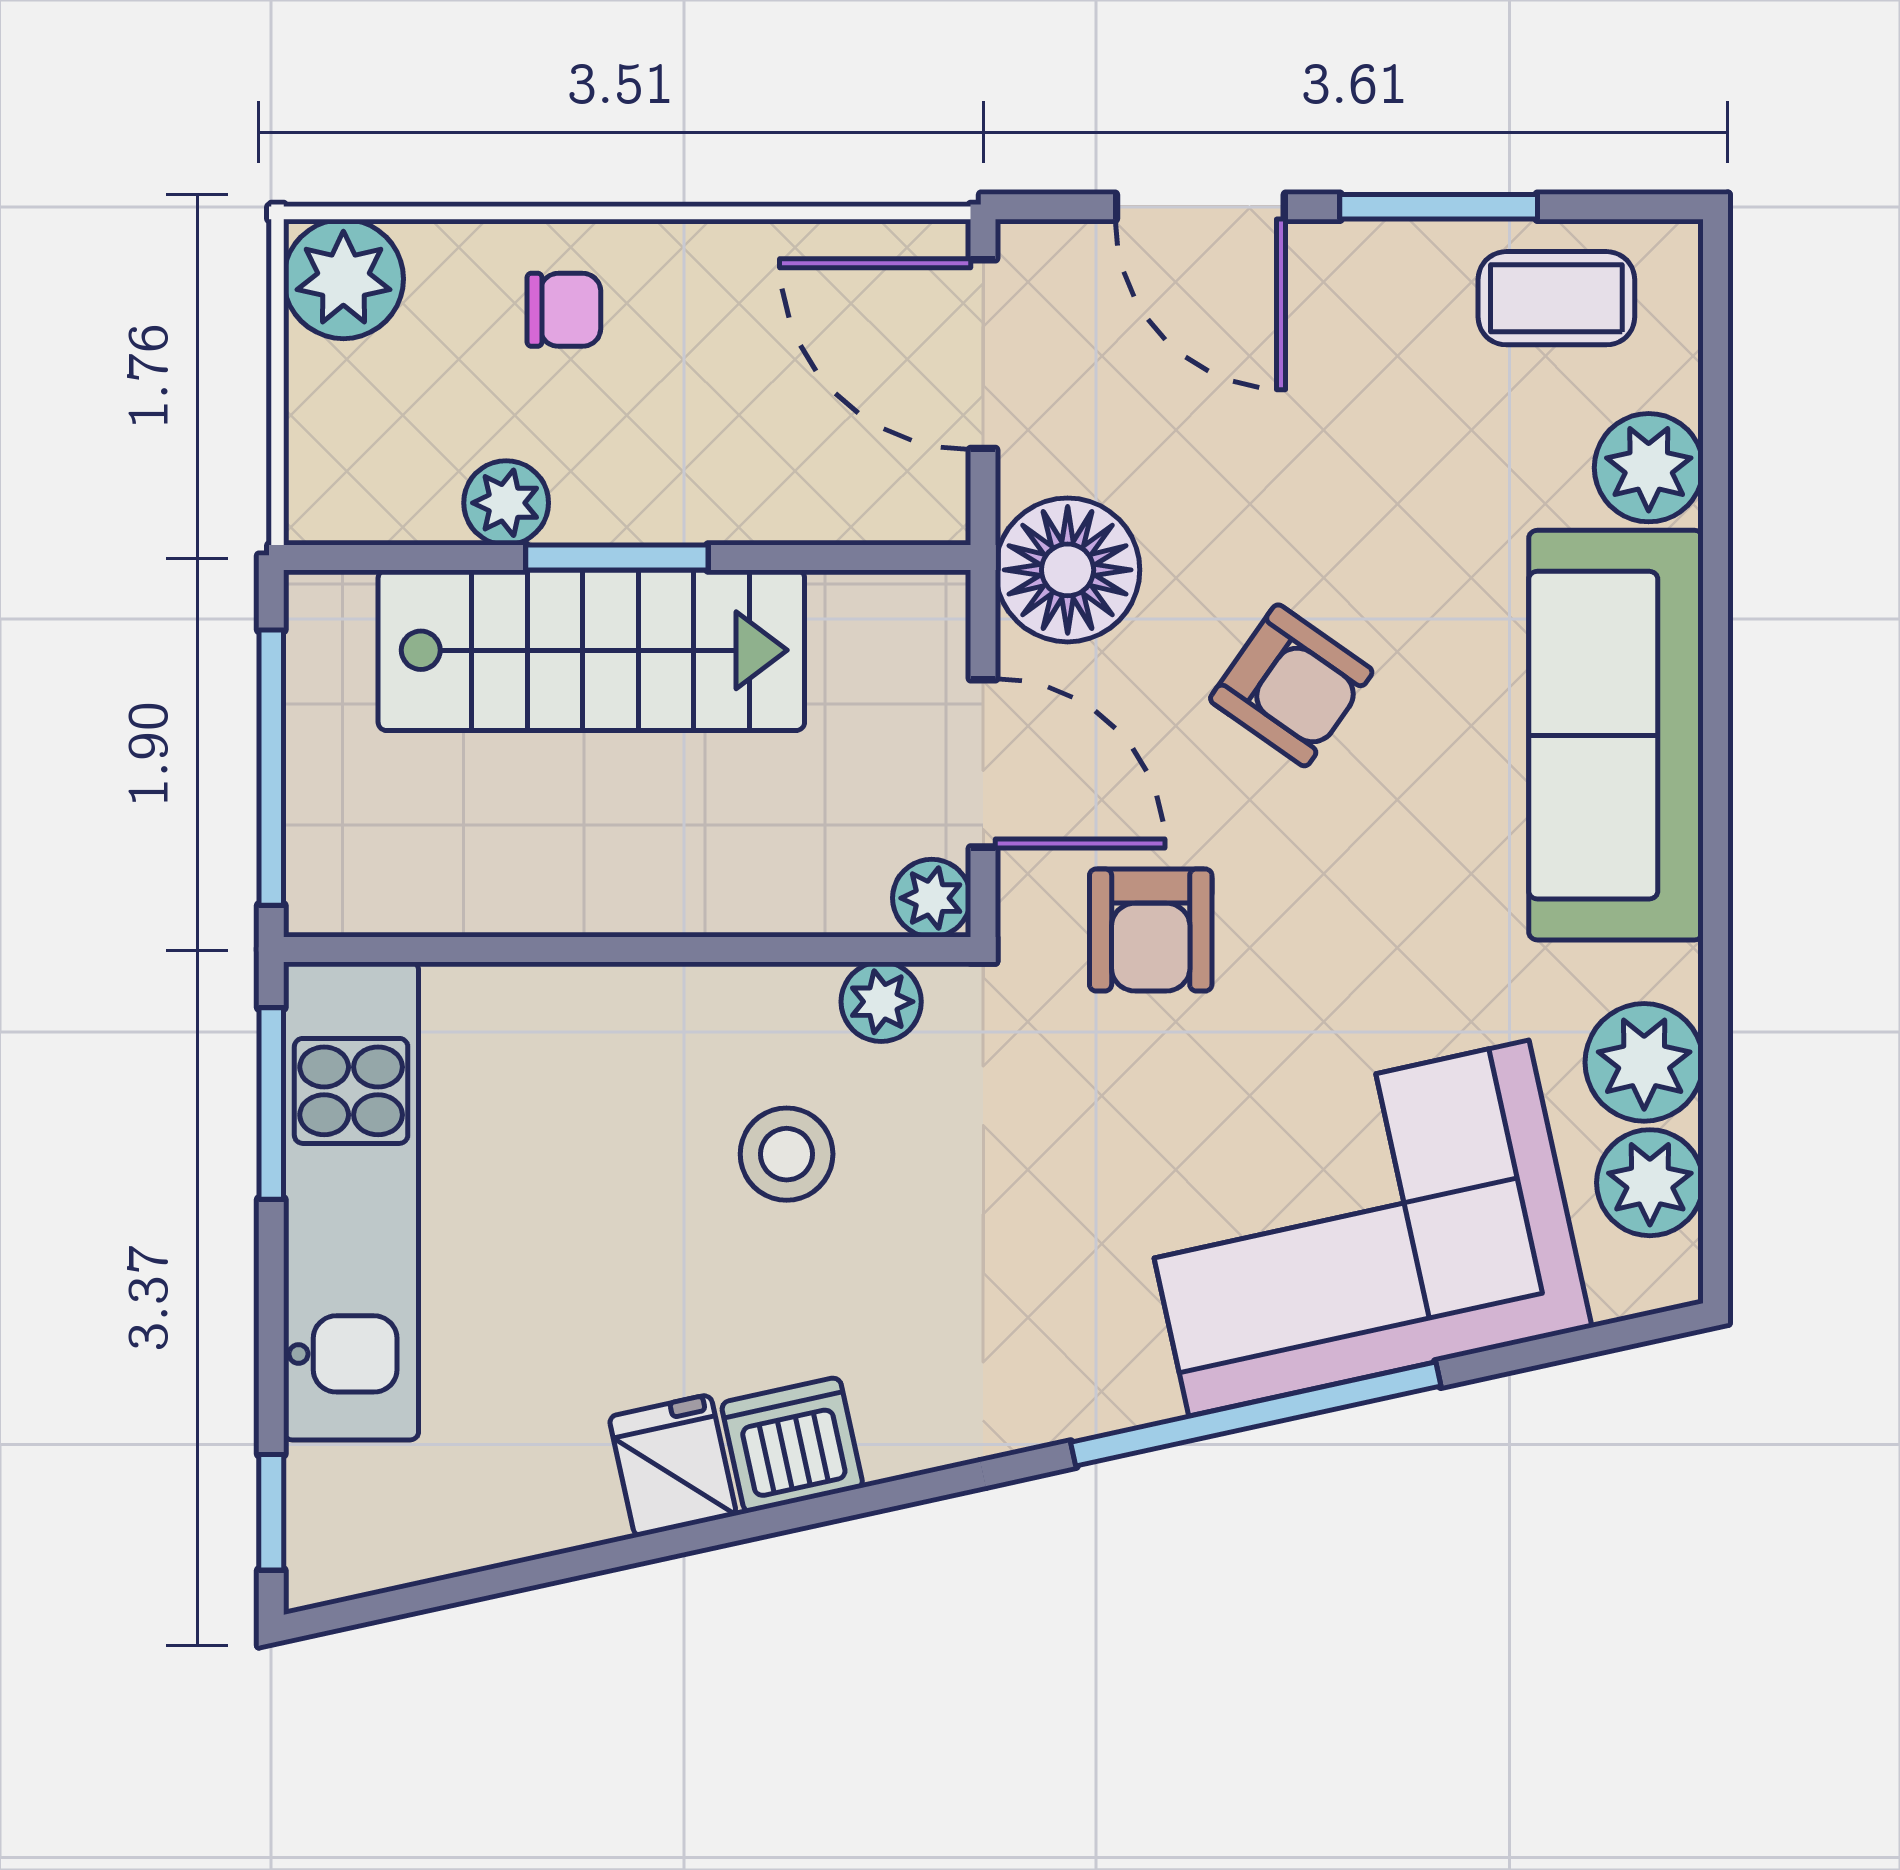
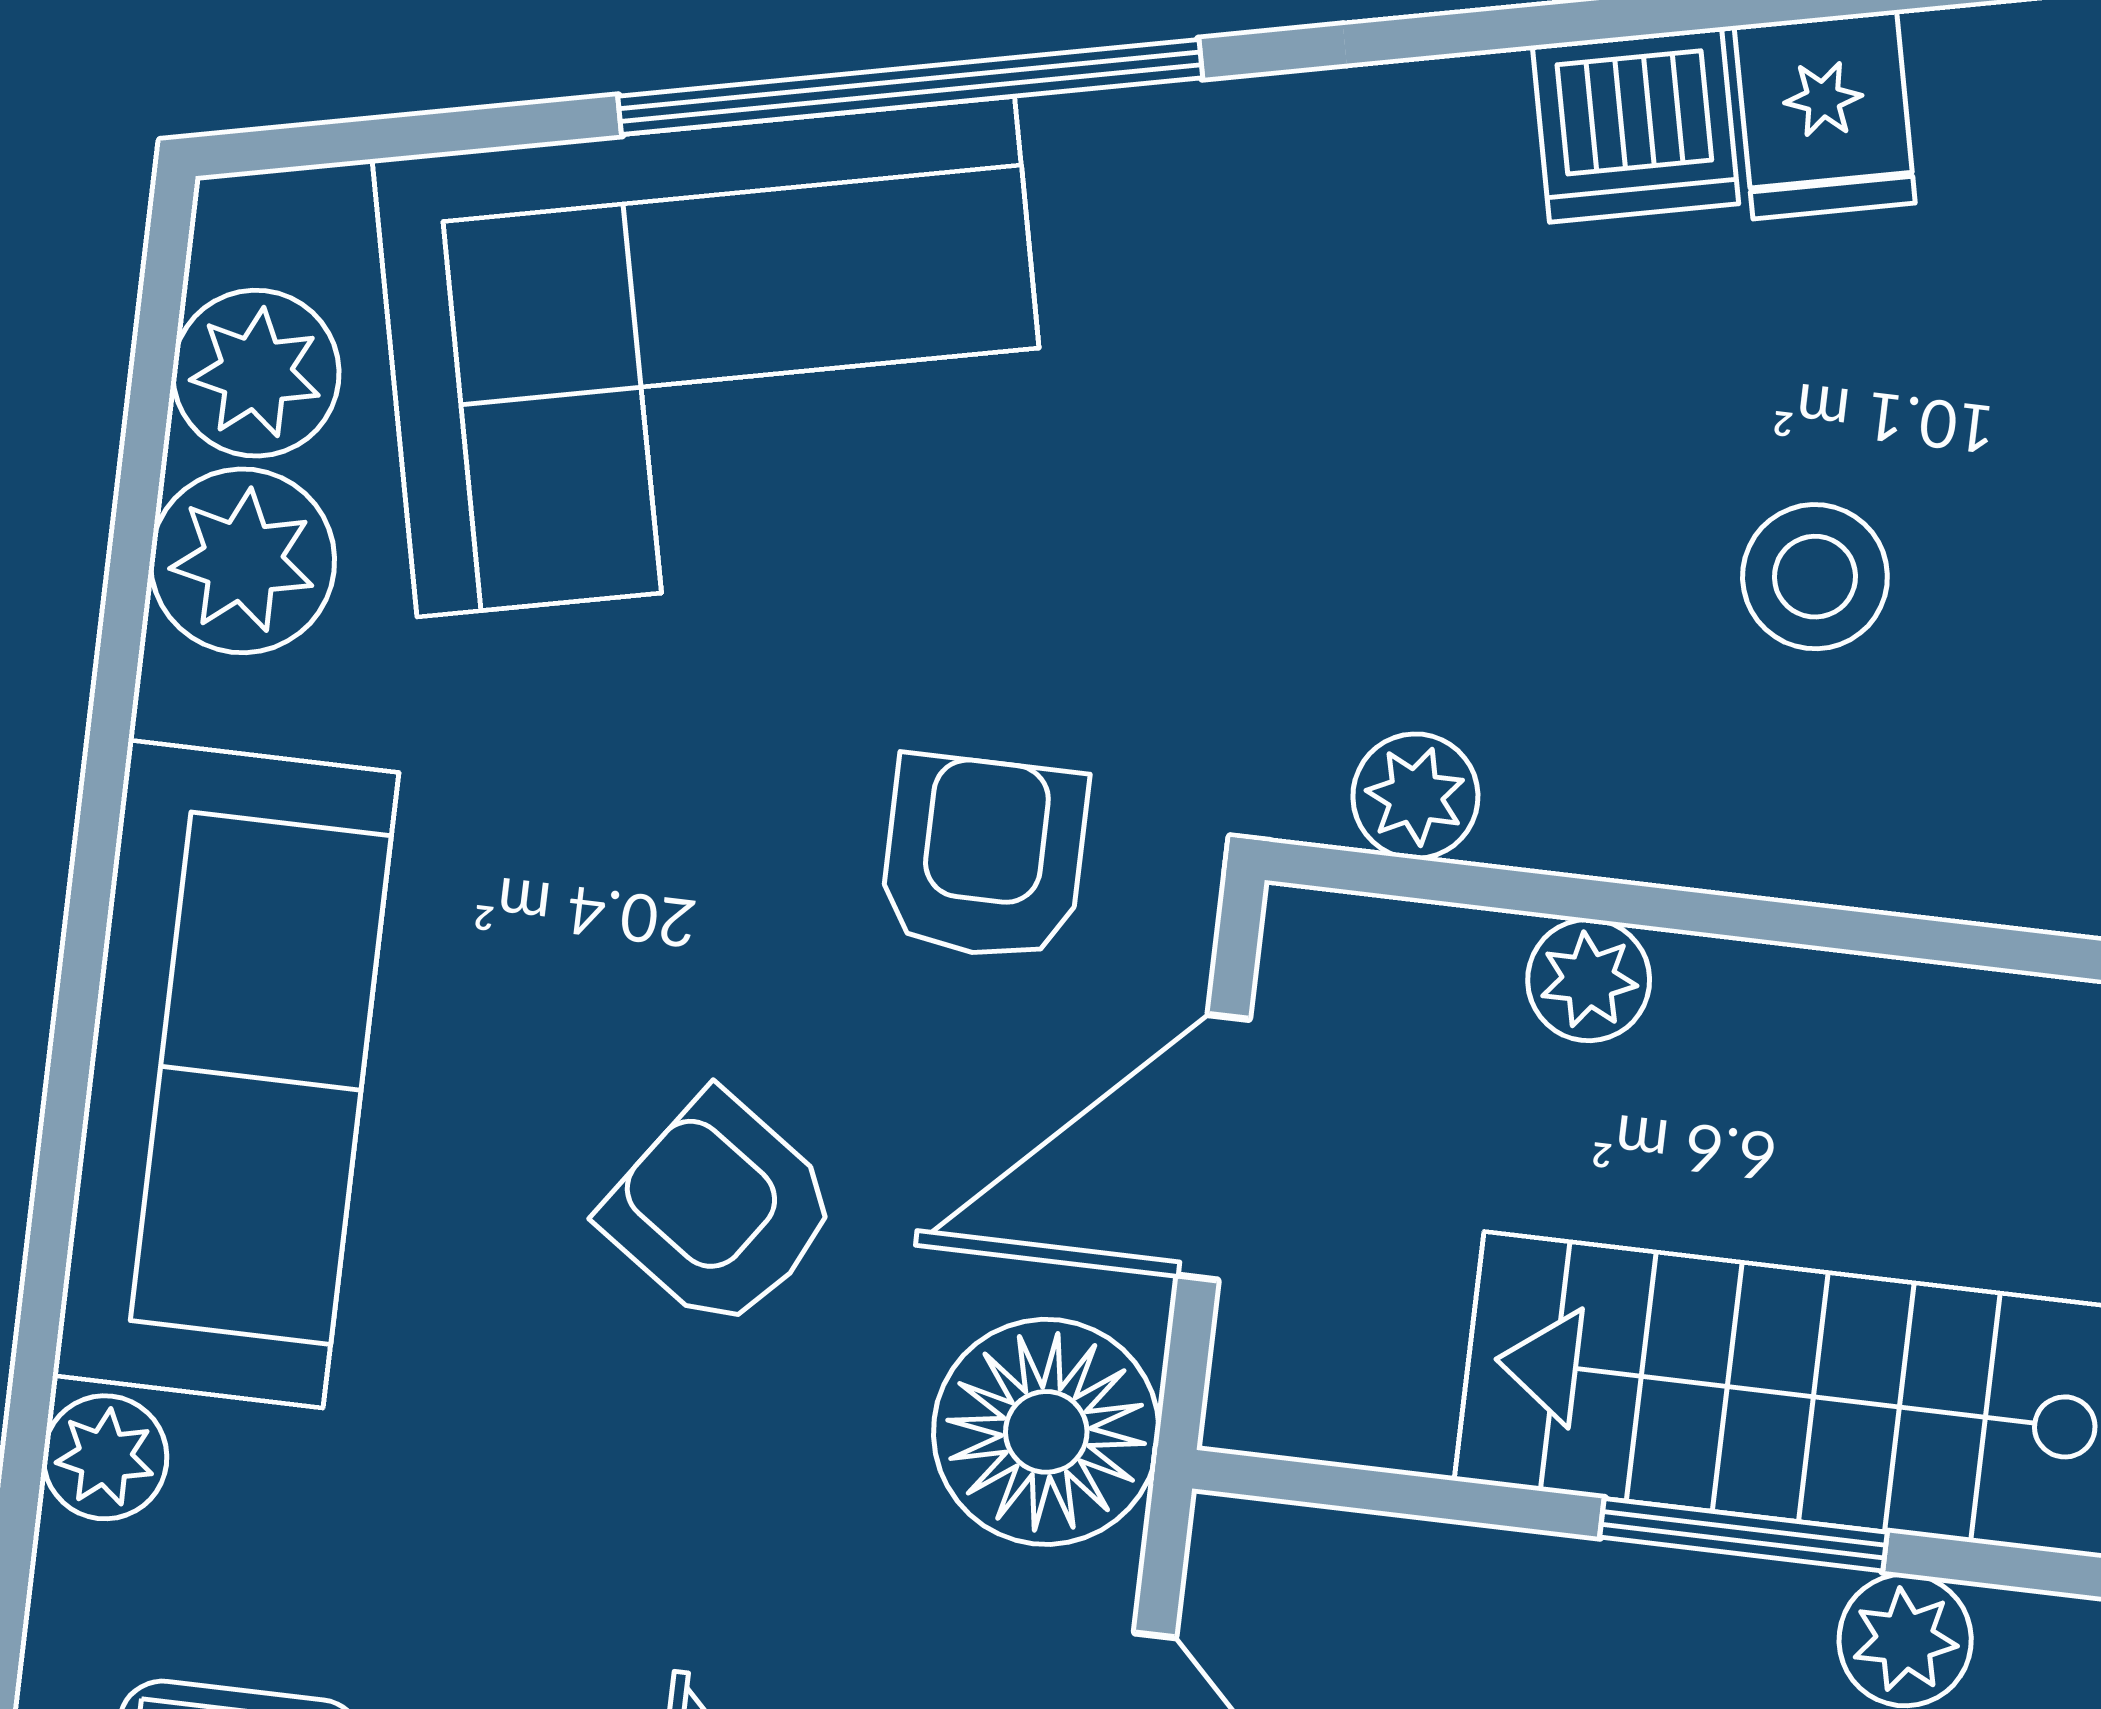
plant: (1649, 468) -> (105, 1457), width x0.73, depth x0.73
door: (983, 763) -> (1213, 1147), hinge flipped
plant: (932, 898) -> (1589, 980), moved
stool: (787, 1154) -> (1815, 577), moved

